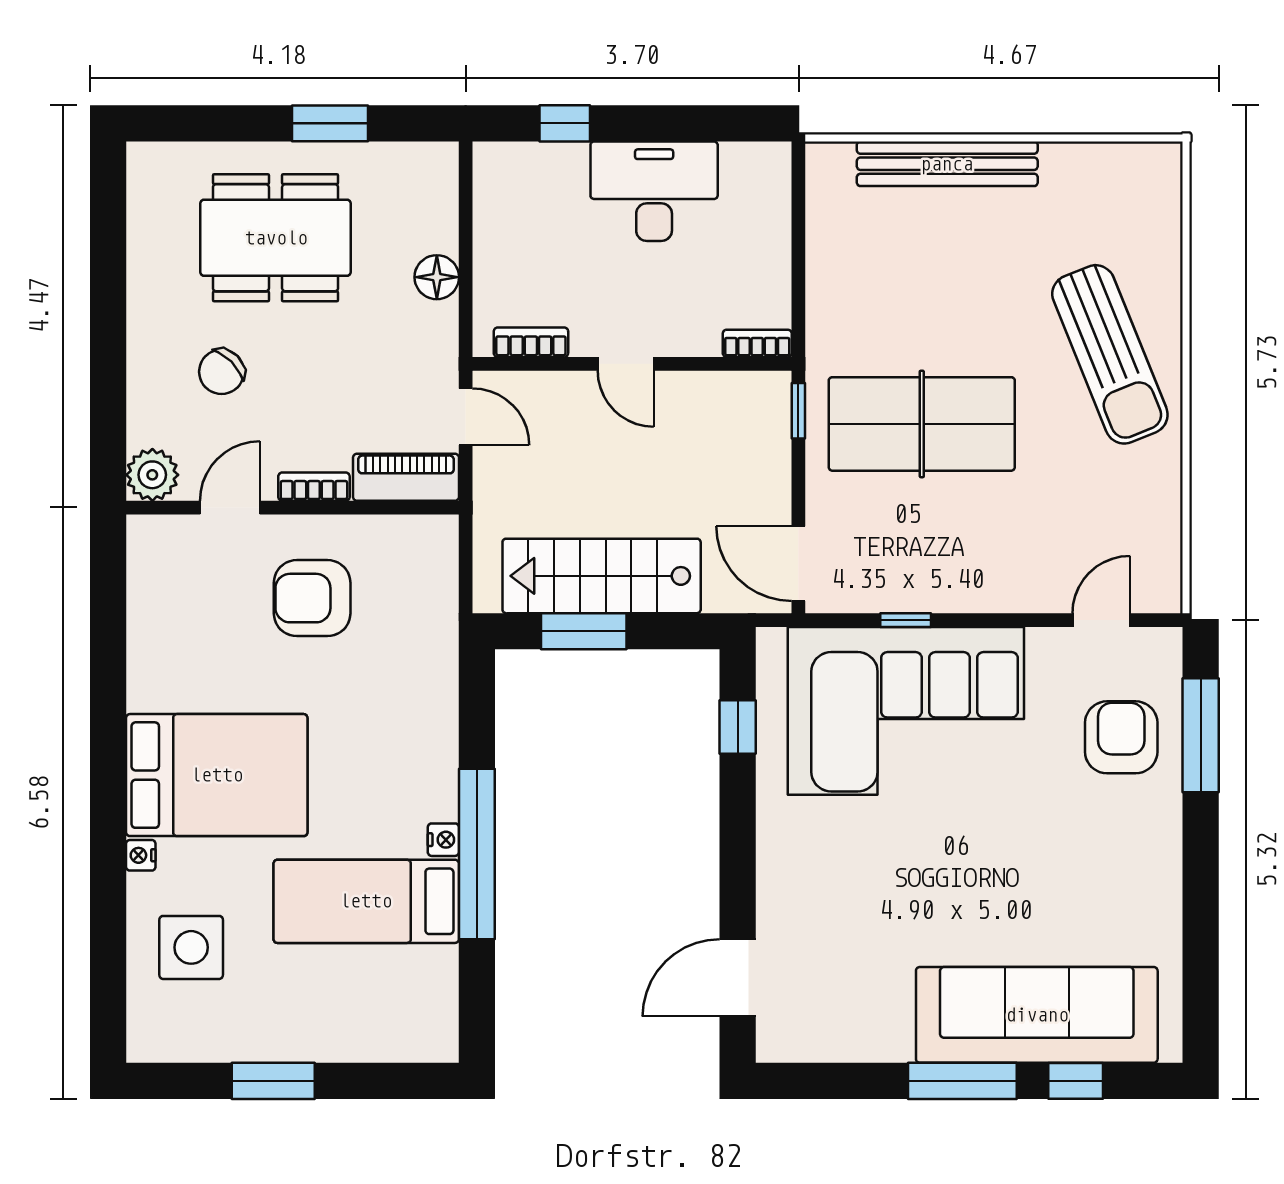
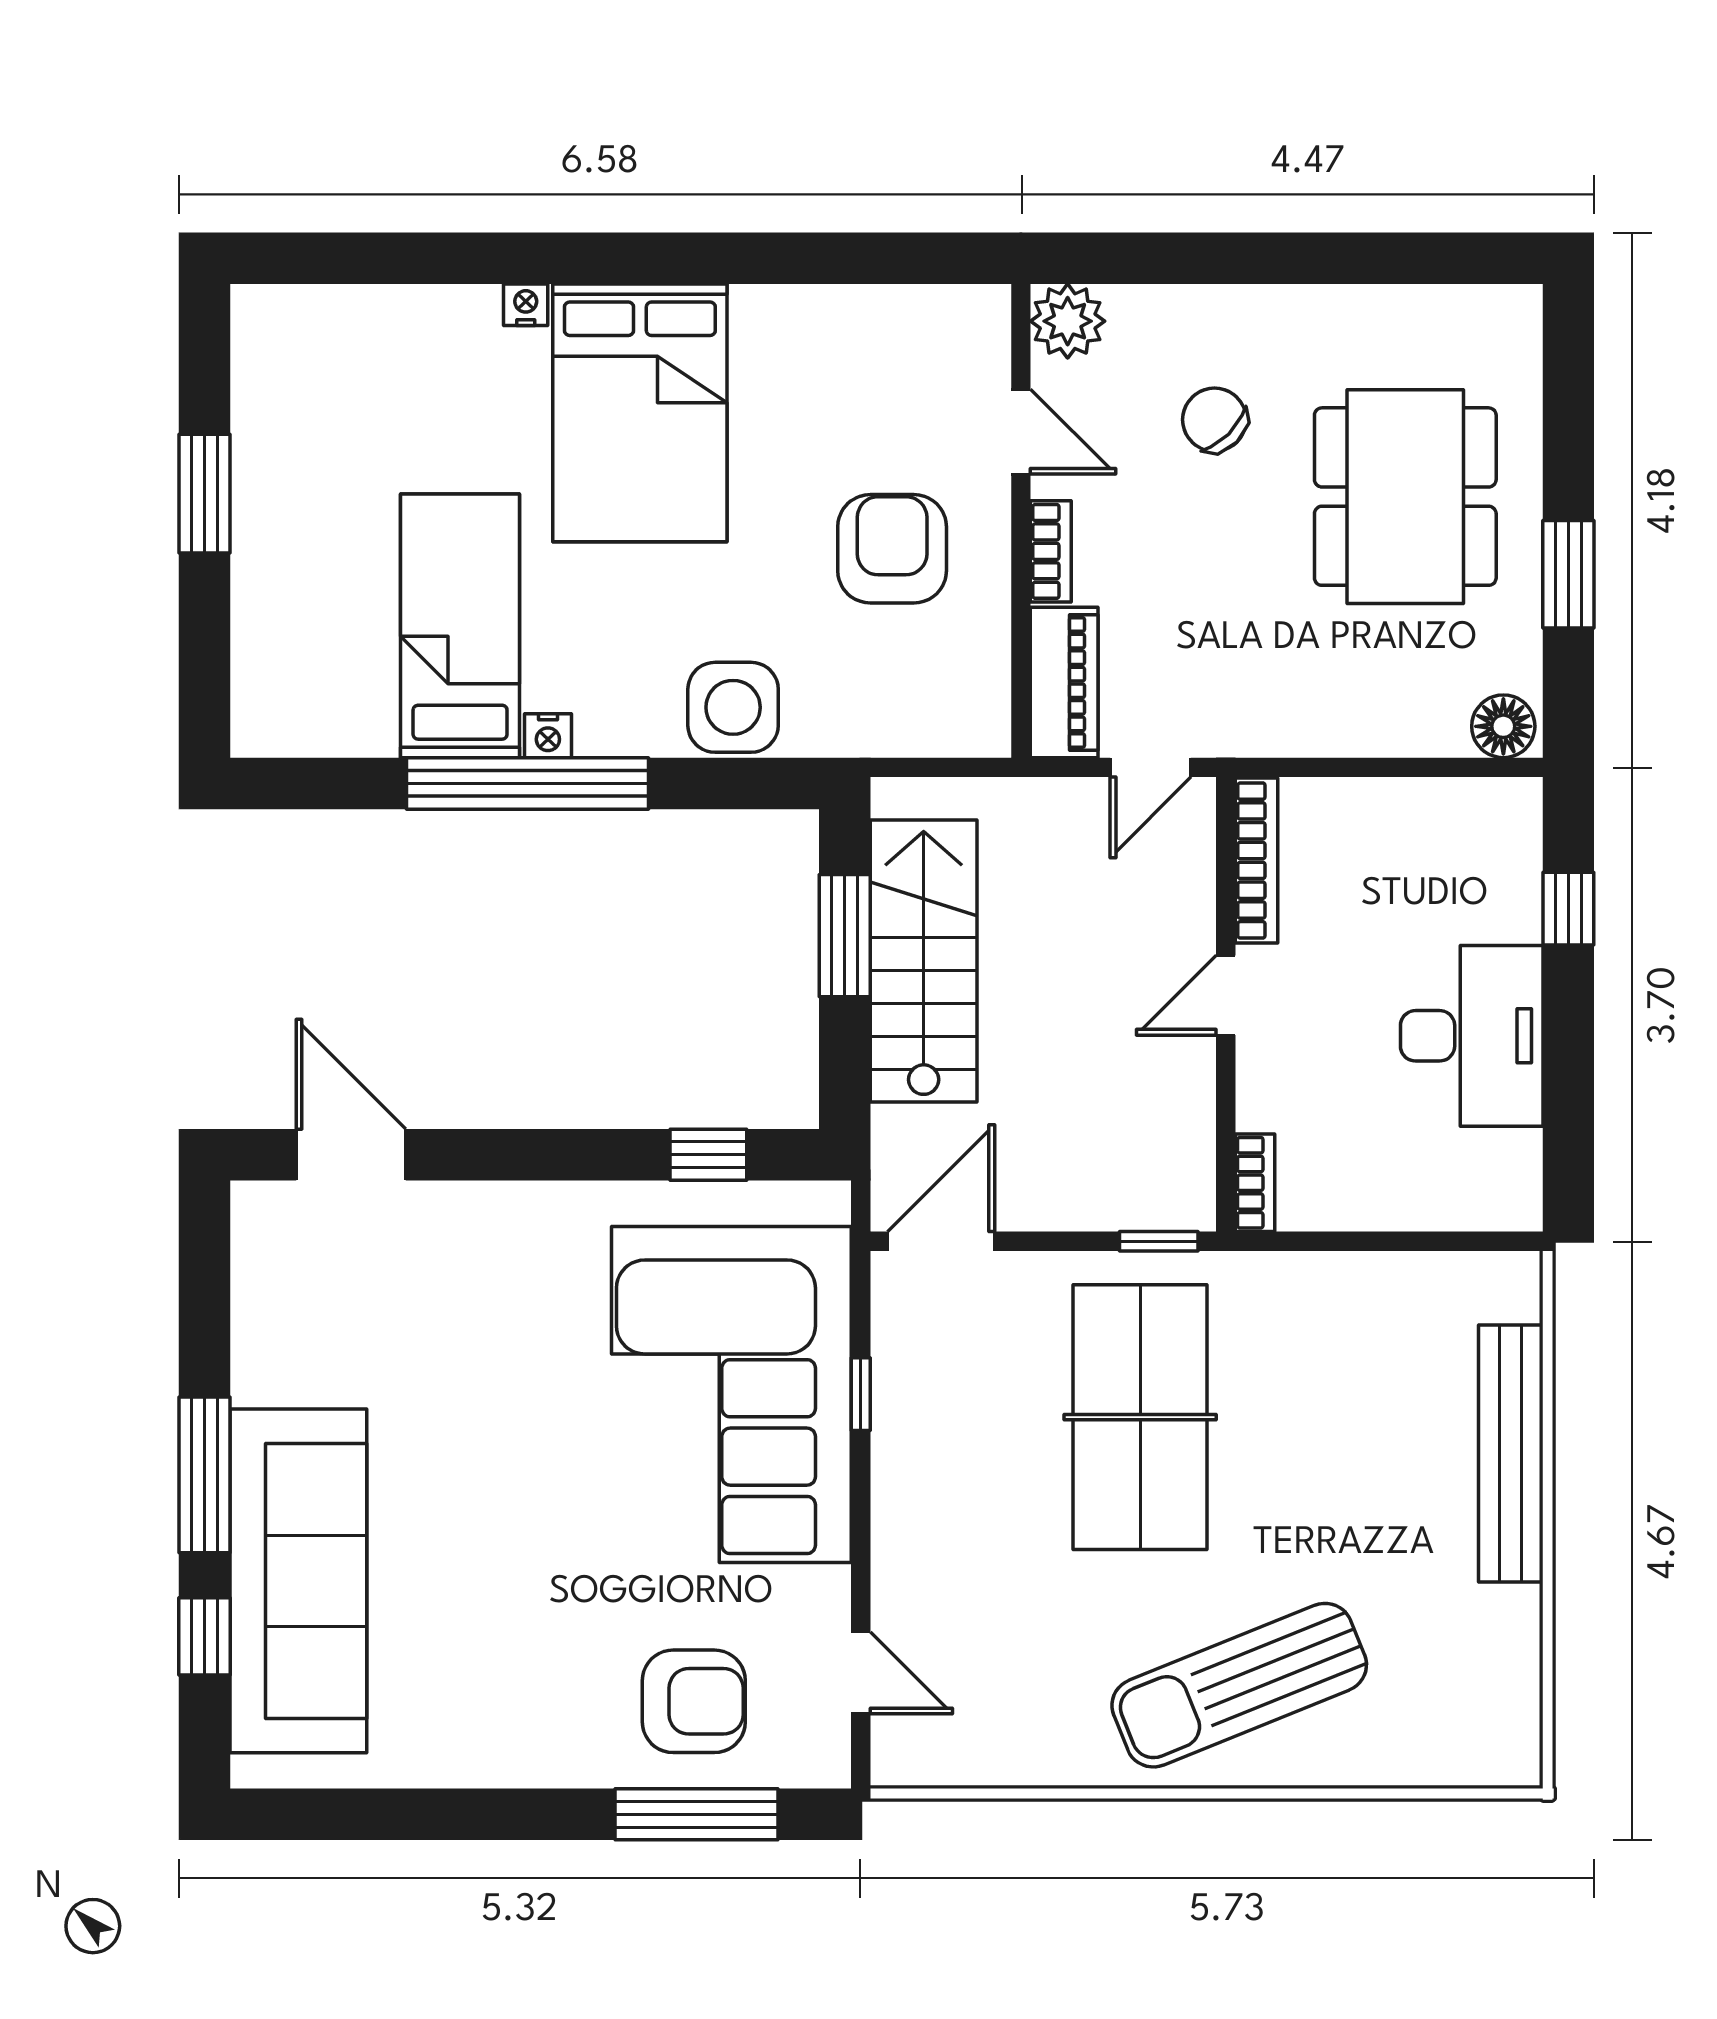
floor lamp: (437, 277) -> (1503, 726), moved
bookcase: (531, 342) -> (1257, 860), width x1.56
side table: (191, 947) -> (733, 707), moved

